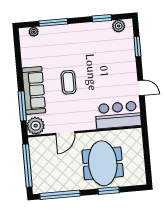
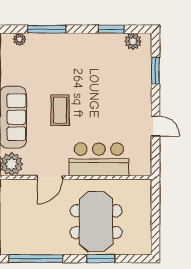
bar counter: (118, 115) -> (99, 159), moved

